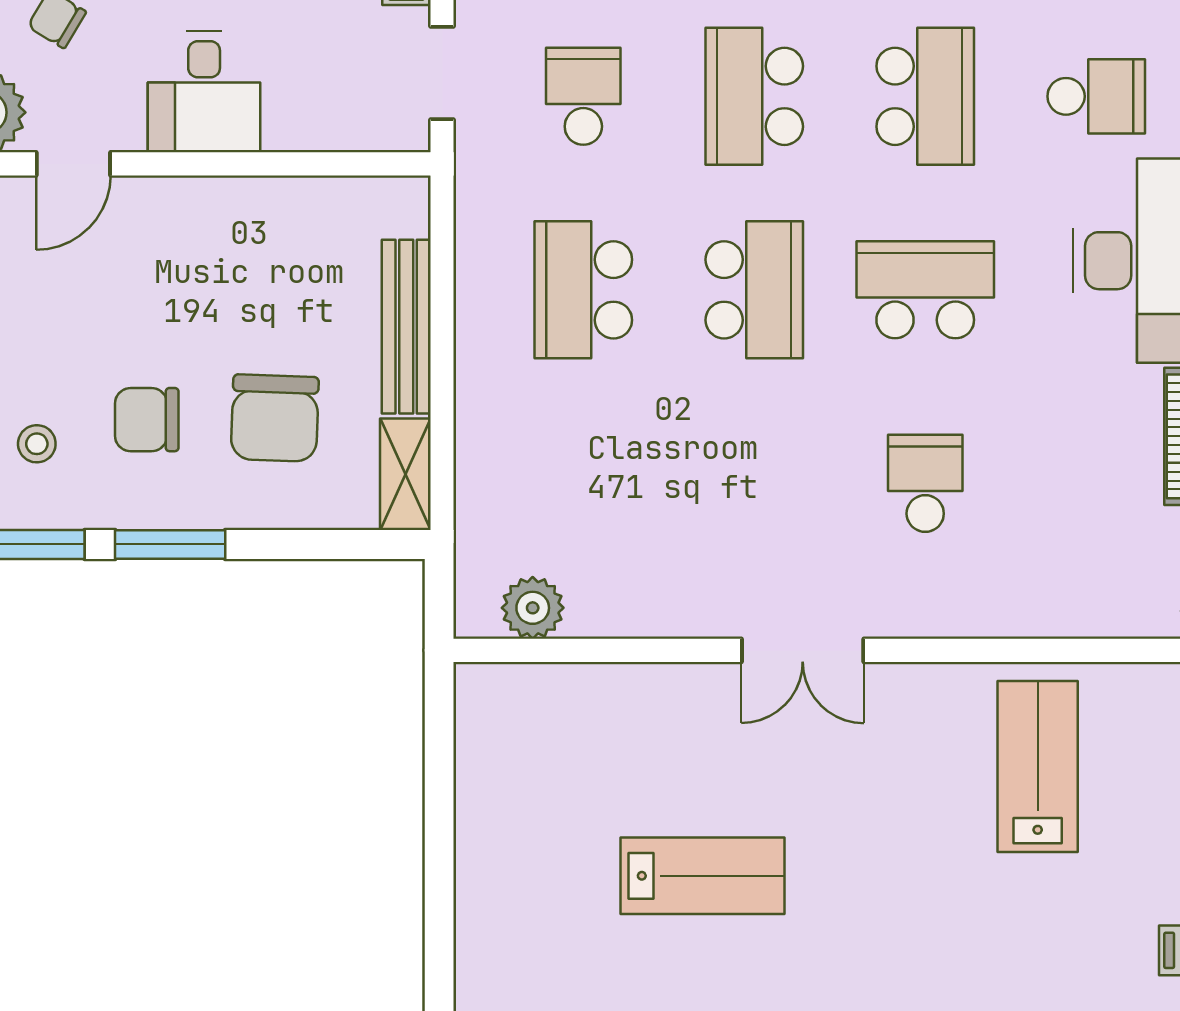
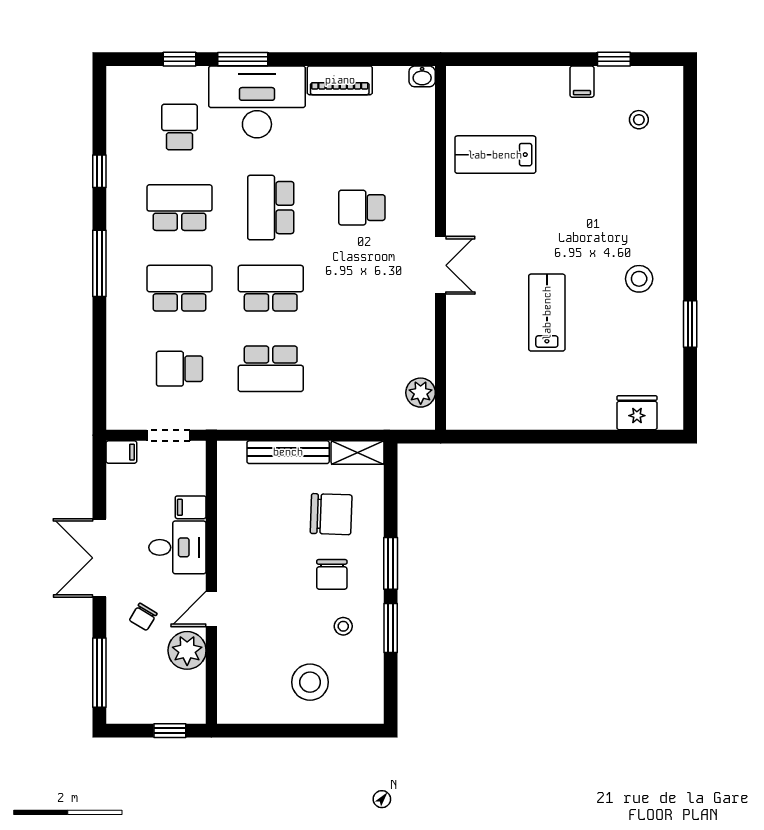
school desk: (754, 96) -> (180, 288), turned 180
filing cabinet: (289, 120) -> (191, 507), added
door: (73, 164) -> (211, 609), swing flipped

